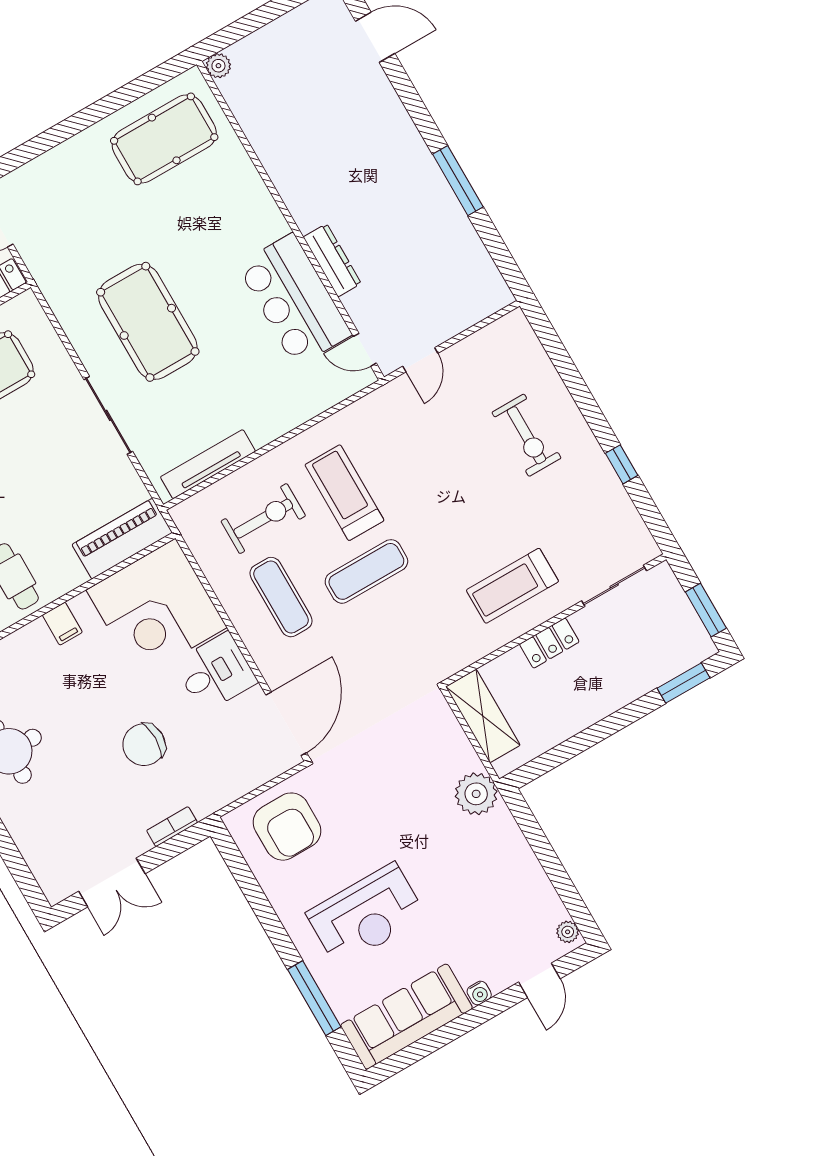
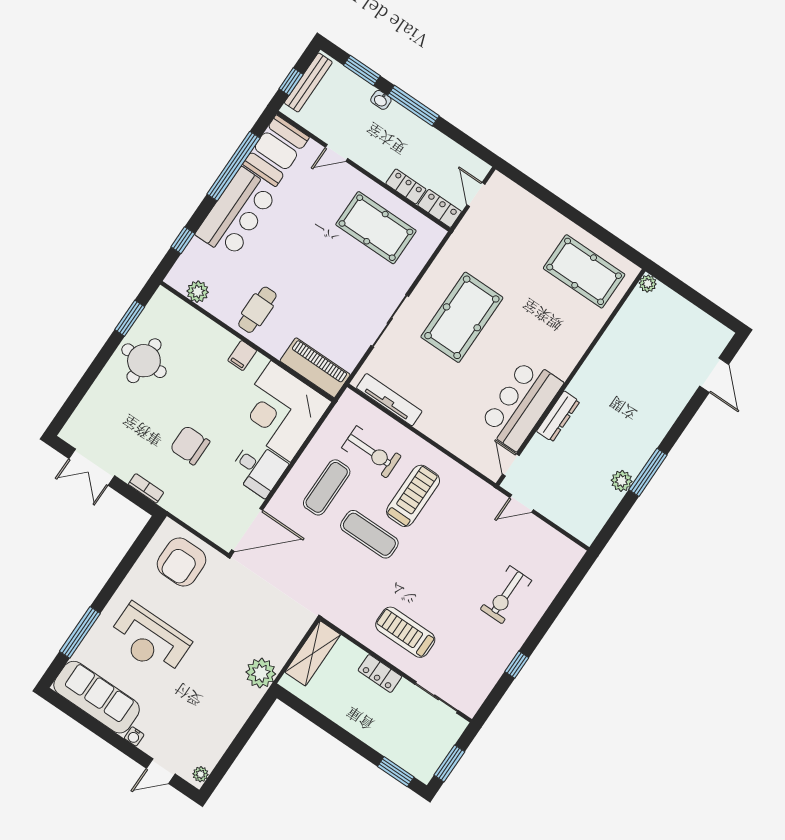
plant: (453, 219) -> (622, 481), added

